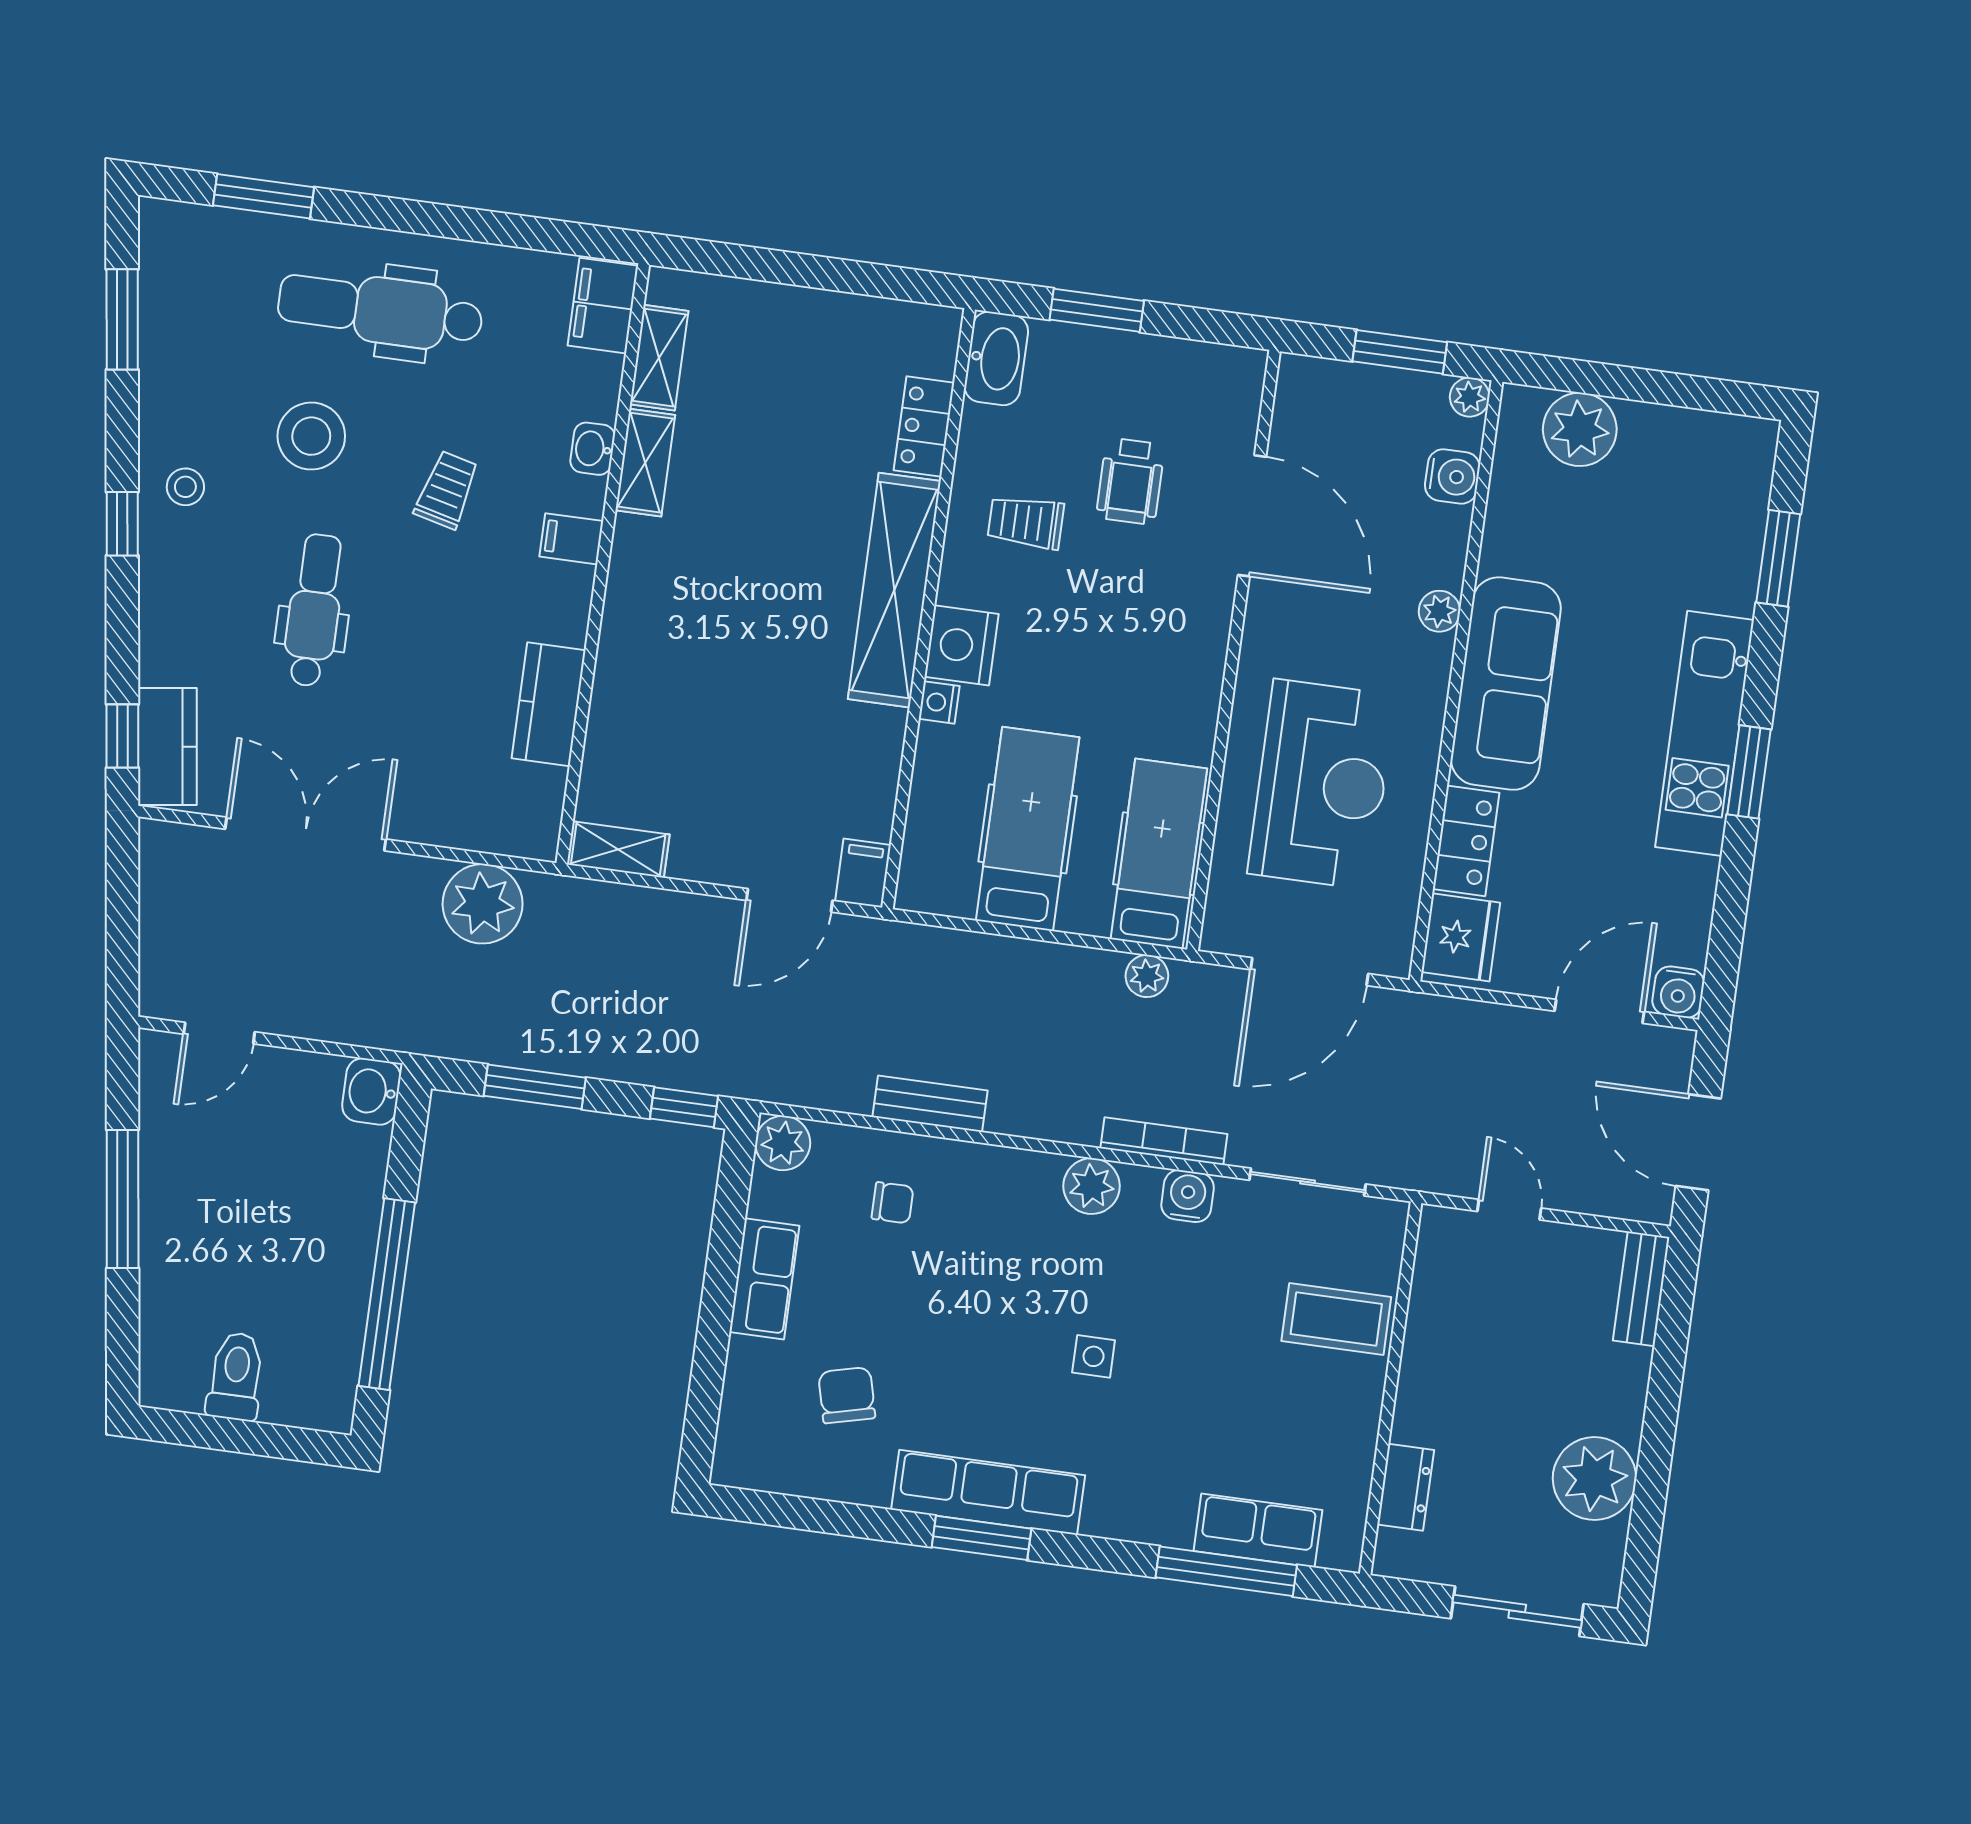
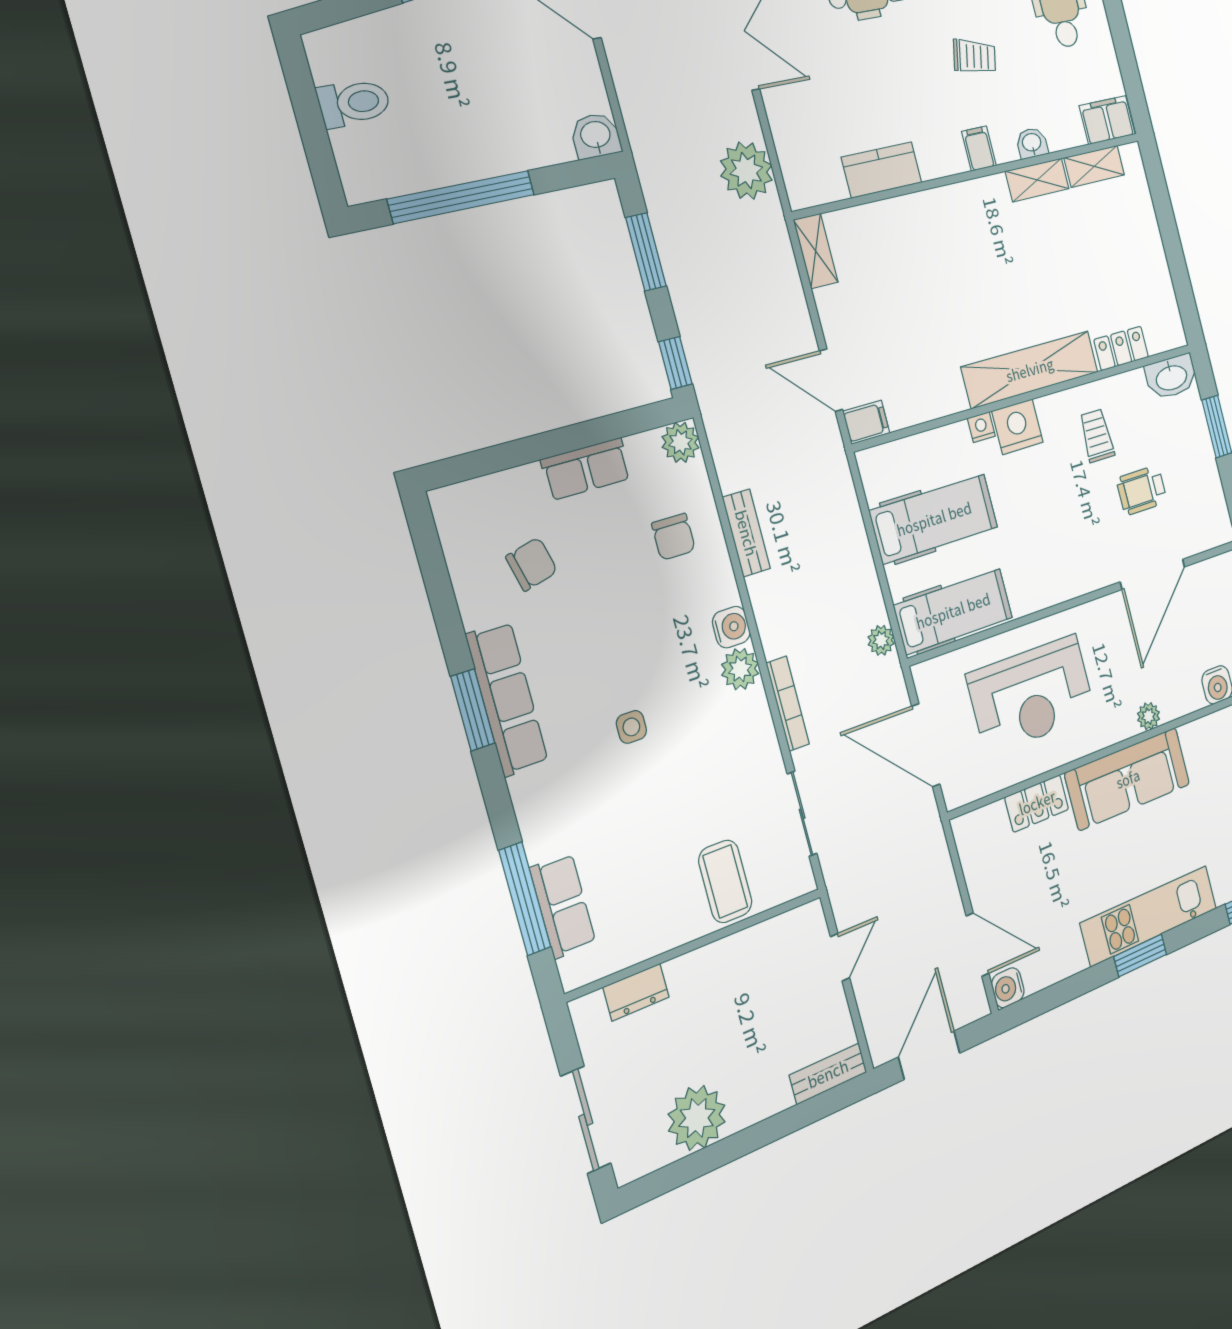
fridge: (1461, 937) -> (983, 831), removed
water cooler: (1188, 1196) -> (731, 627), moved
chair: (893, 1203) -> (673, 537), width x1.37, depth x1.37

